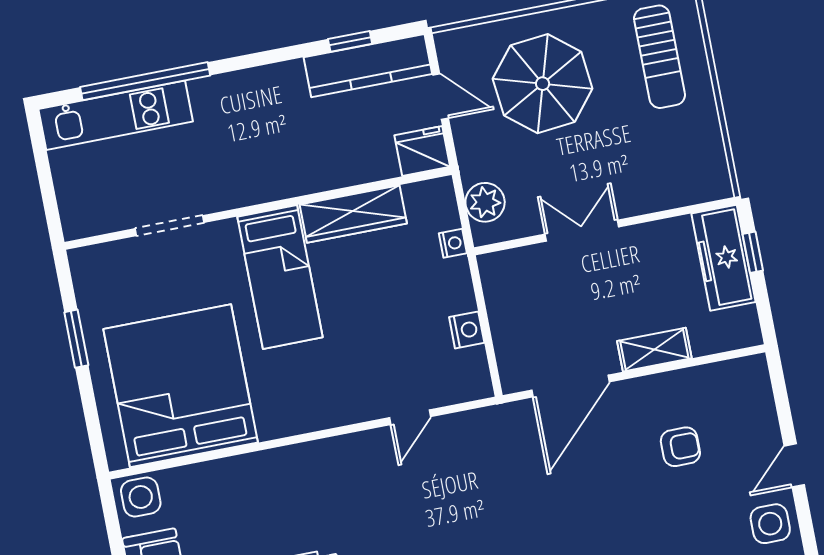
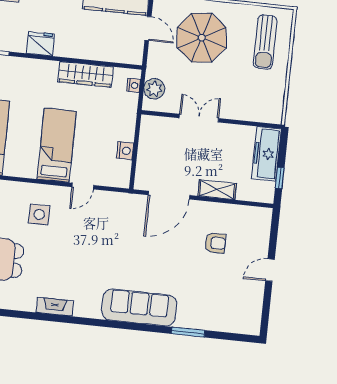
fridge: (422, 151) -> (41, 44), moved
nightstand: (453, 243) -> (134, 85), moved
window: (753, 252) -> (280, 178), moved
bed: (280, 277) -> (57, 145), moved, turned 180
side table: (770, 524) -> (39, 214), moved

